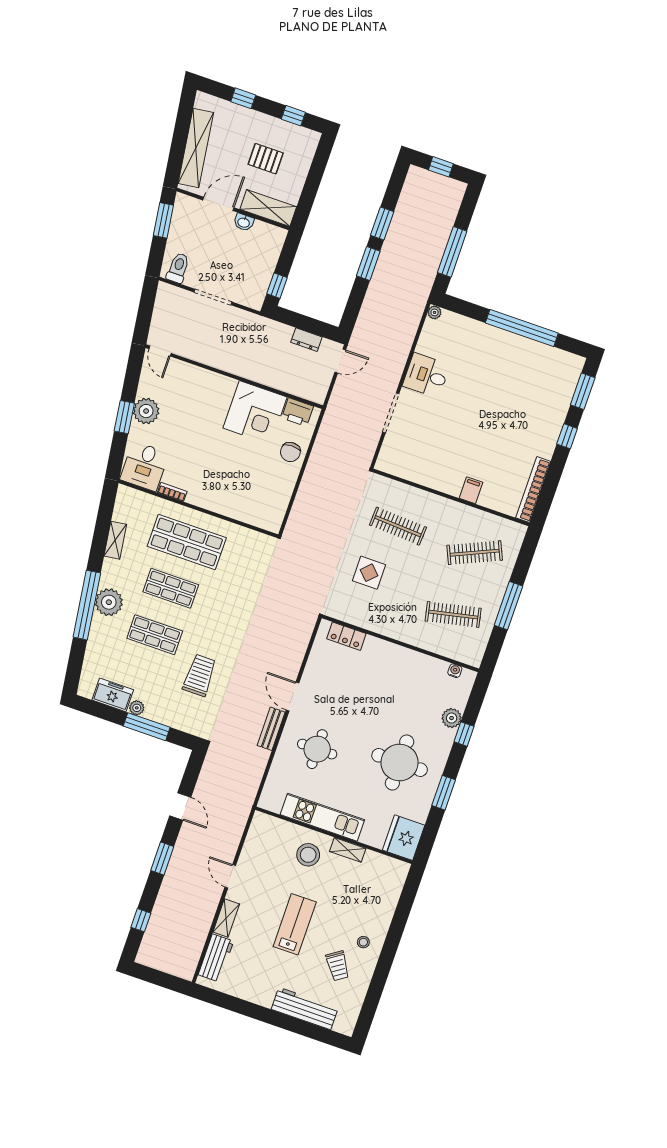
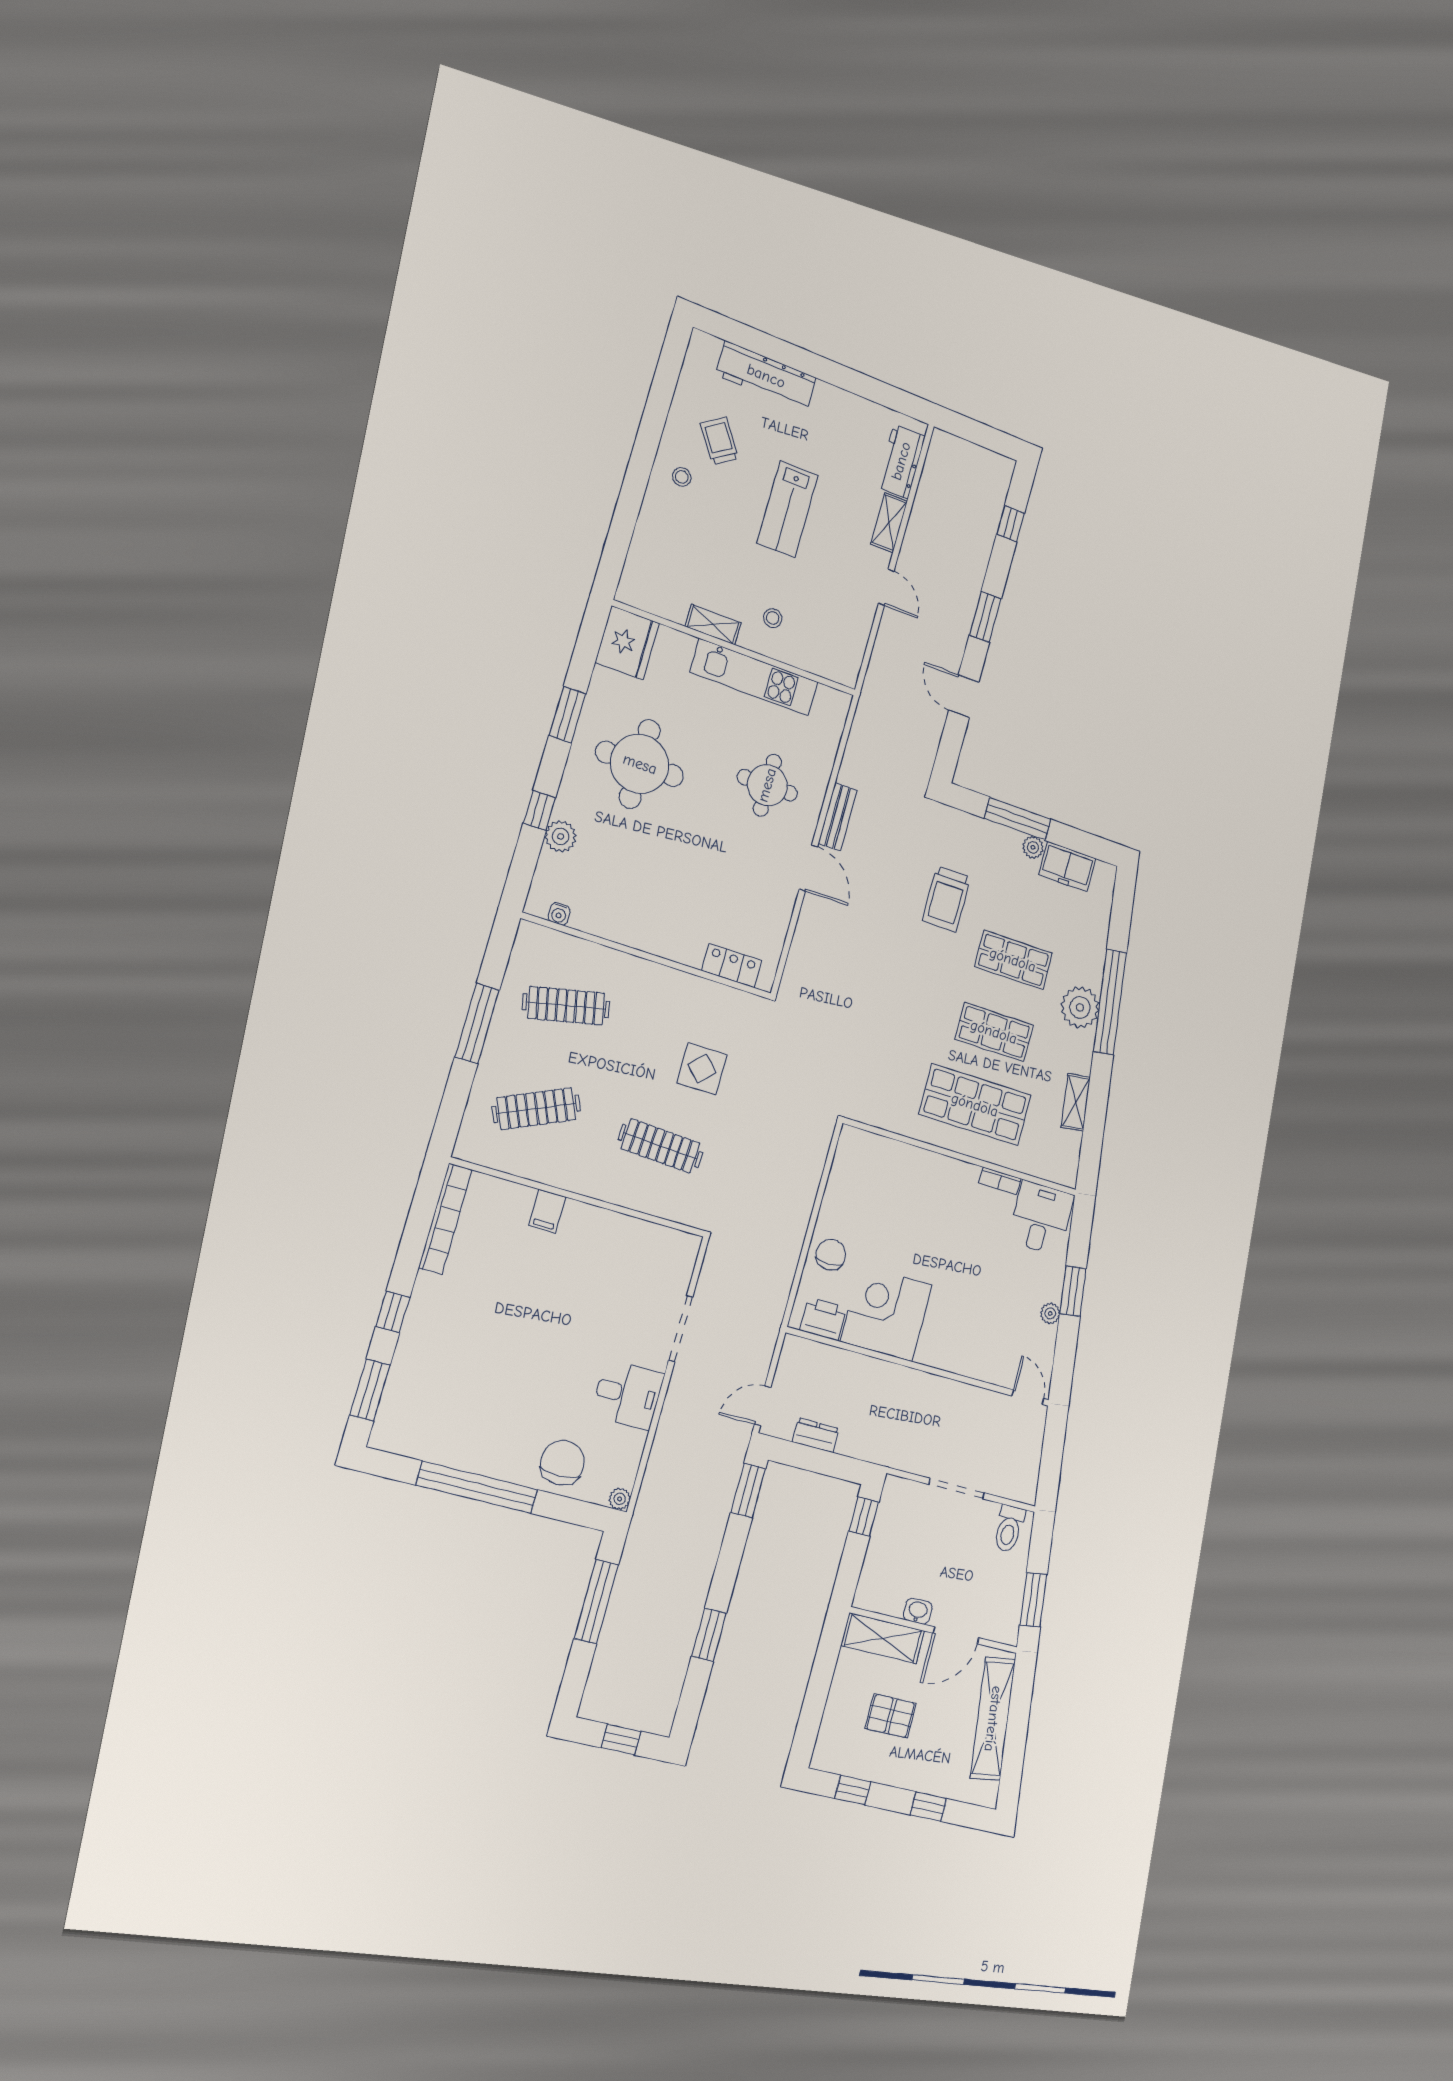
window: (368, 263) -> (748, 1491), moved
chair: (469, 338) -> (562, 1463), added
plant: (146, 411) -> (1050, 1313), width x0.53, depth x0.53
stool: (308, 855) -> (773, 618), width x0.53, depth x0.53

